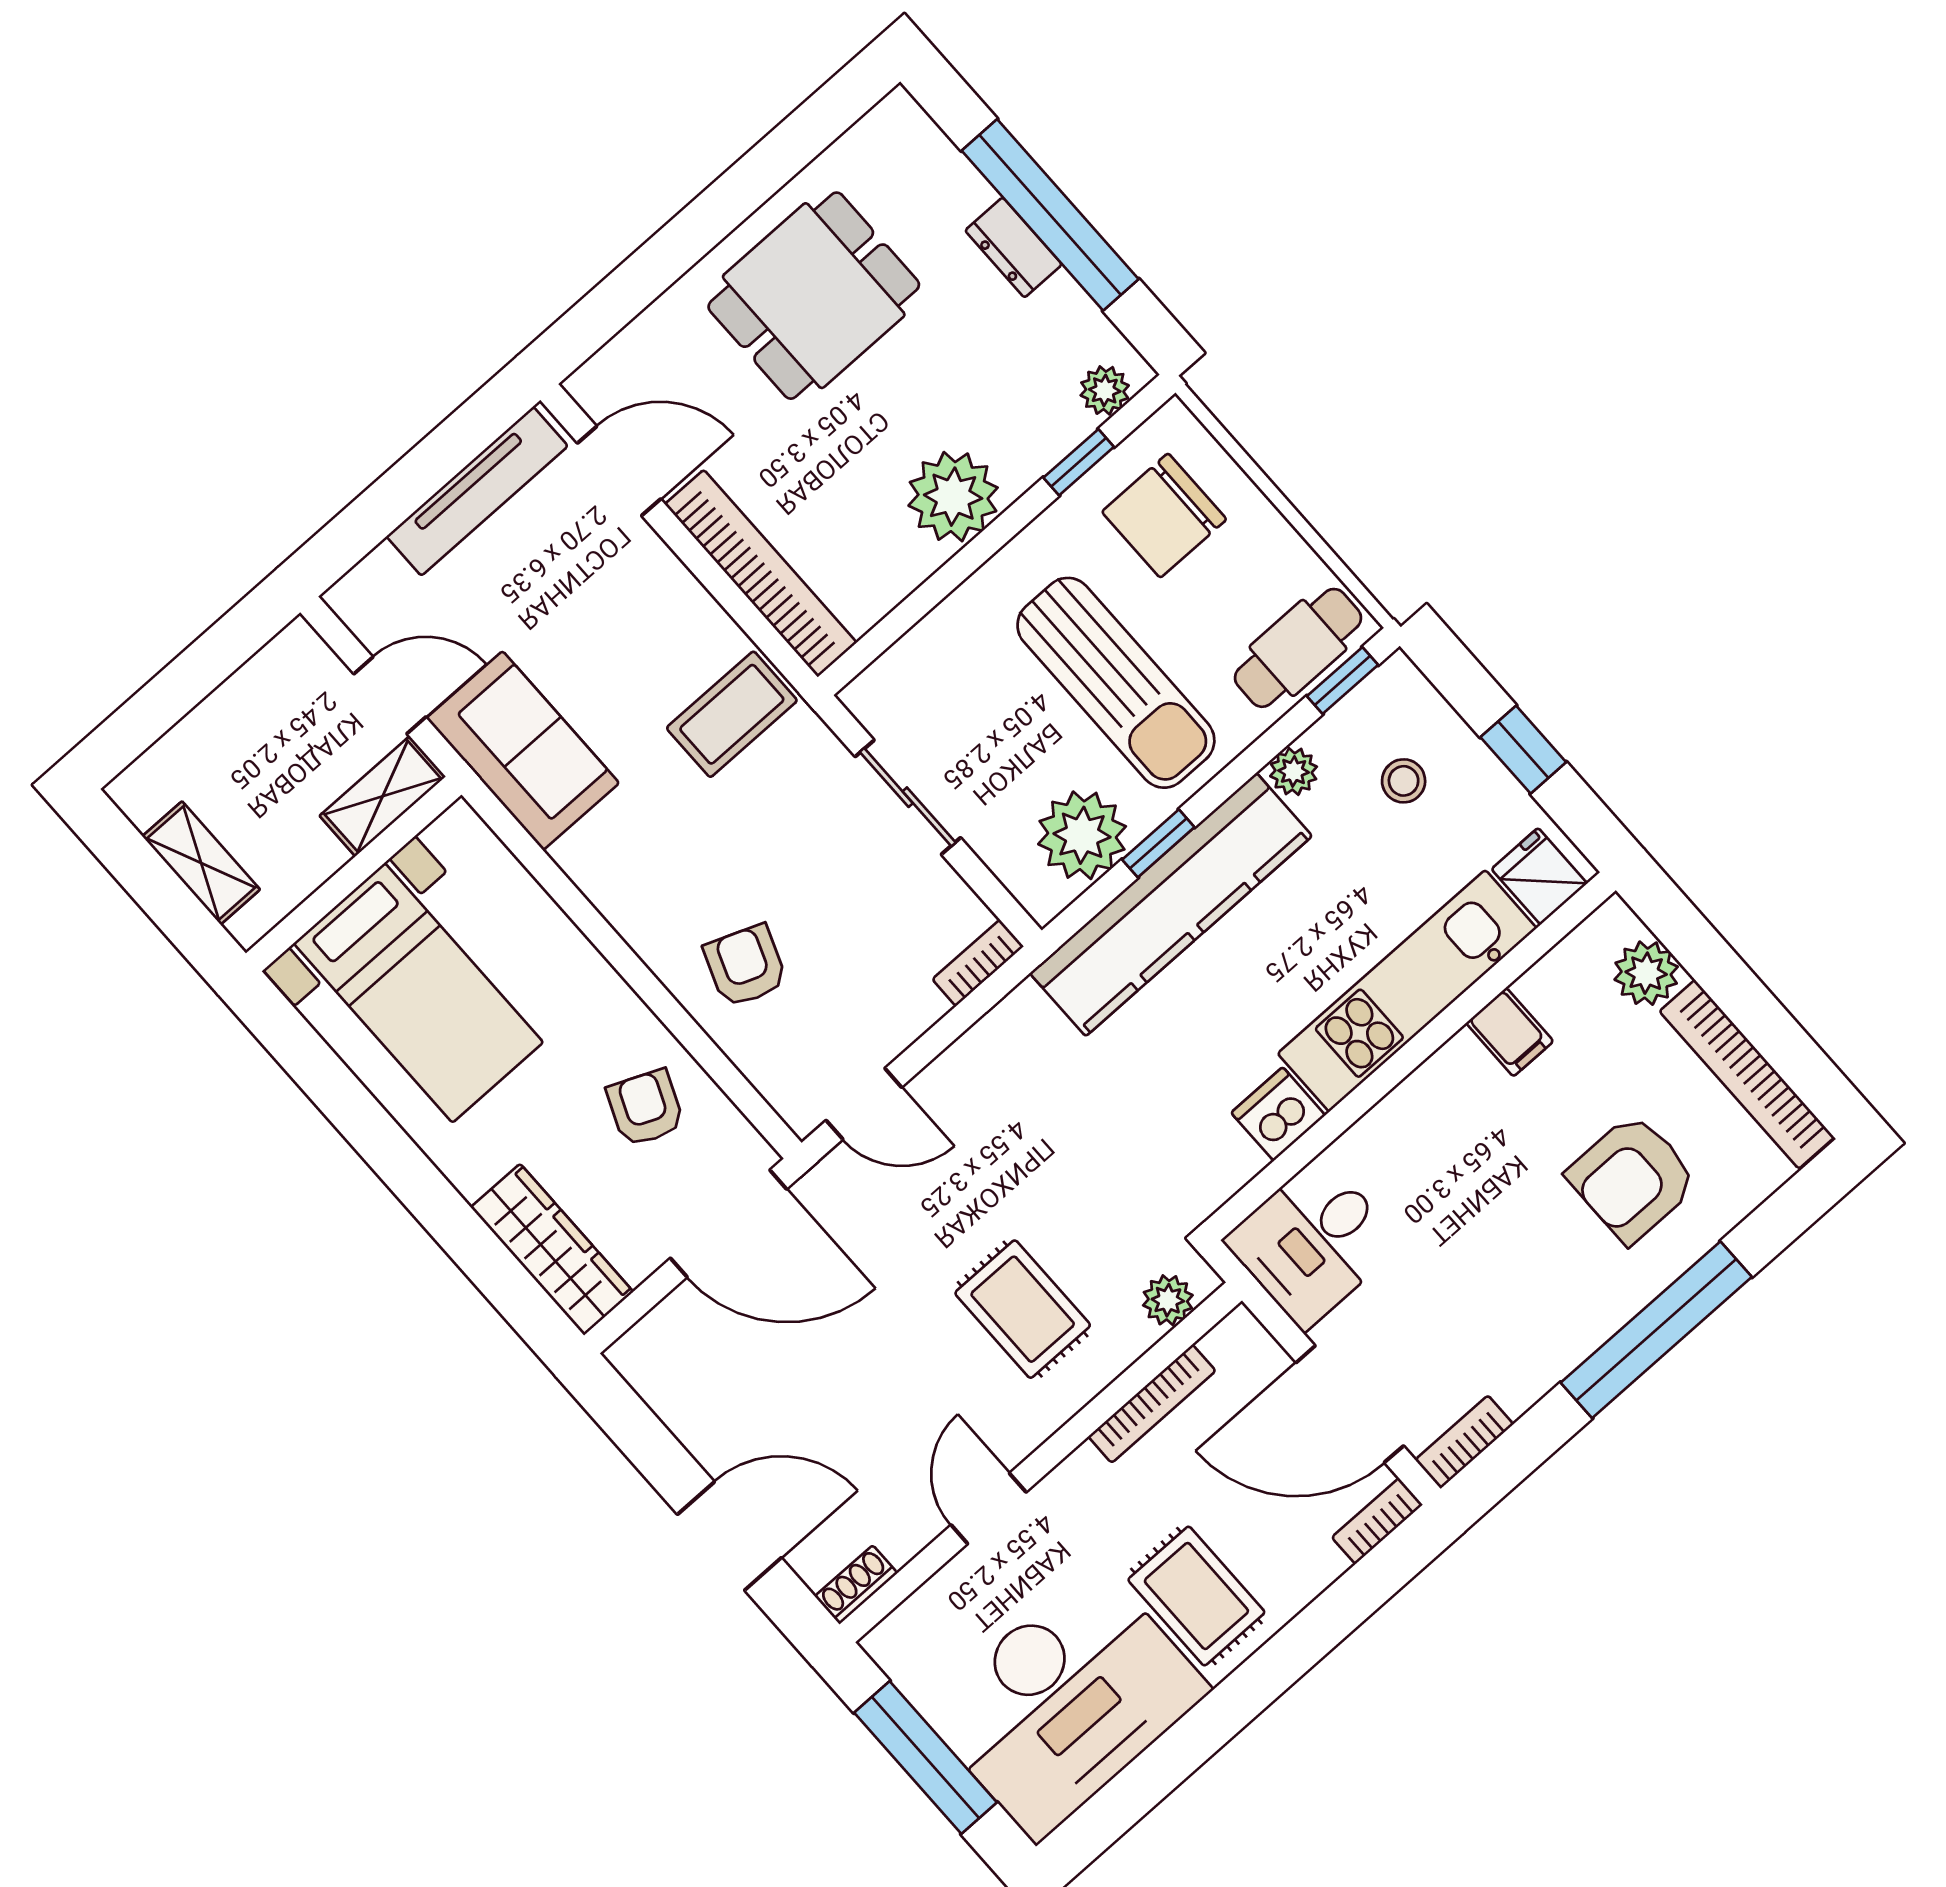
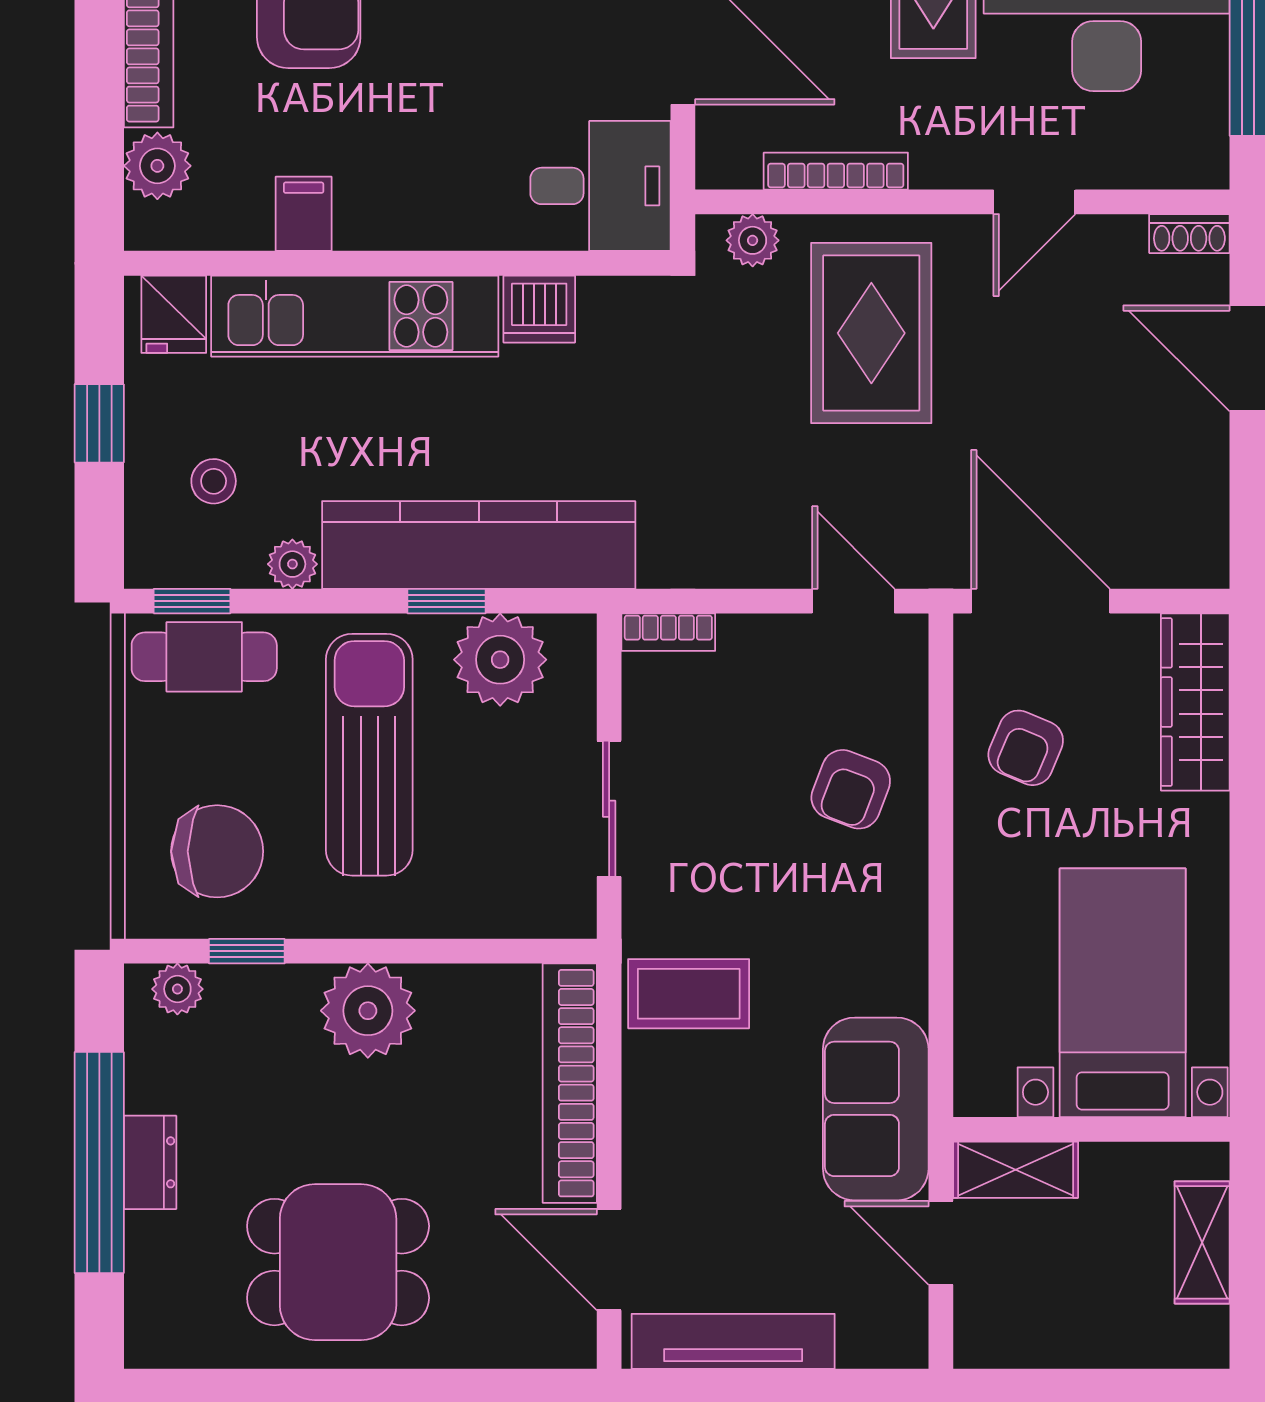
rug: (1023, 1309) -> (871, 333), width x1.36, depth x1.43

